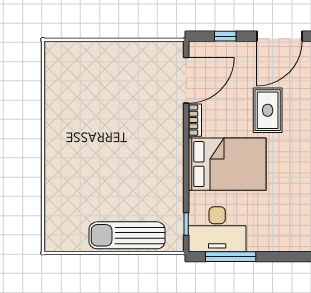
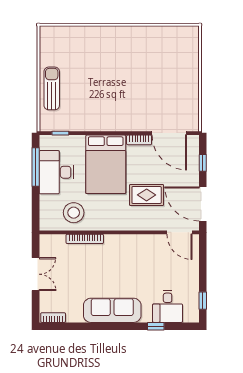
stool: (291, 206) -> (74, 213), added
desk: (217, 229) -> (56, 172), moved
sun lounger: (127, 235) -> (52, 88), width x0.73, depth x0.75

